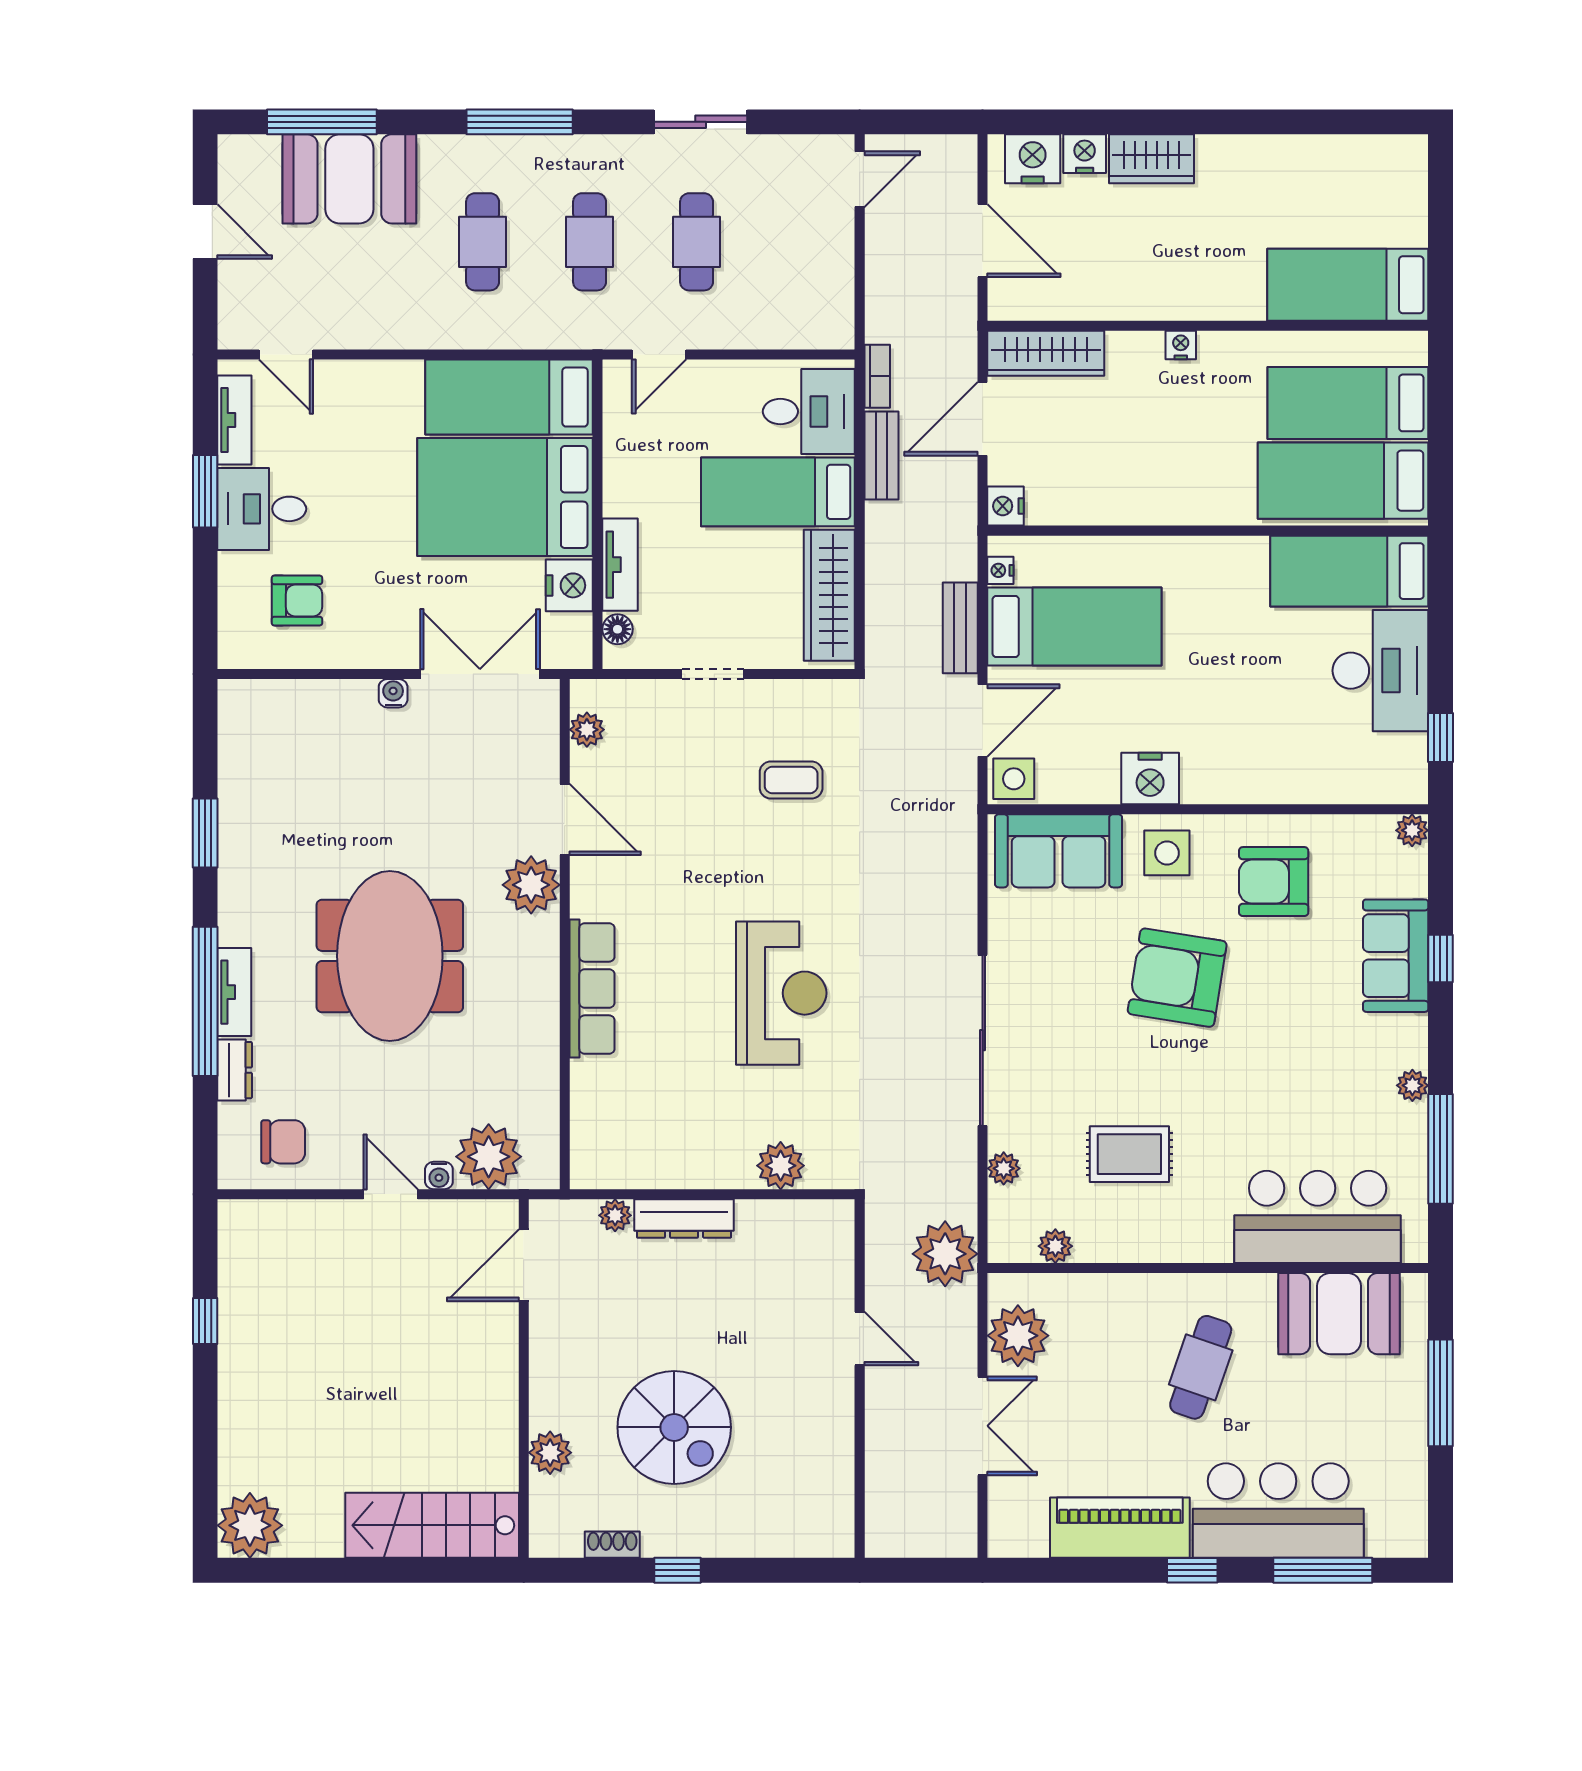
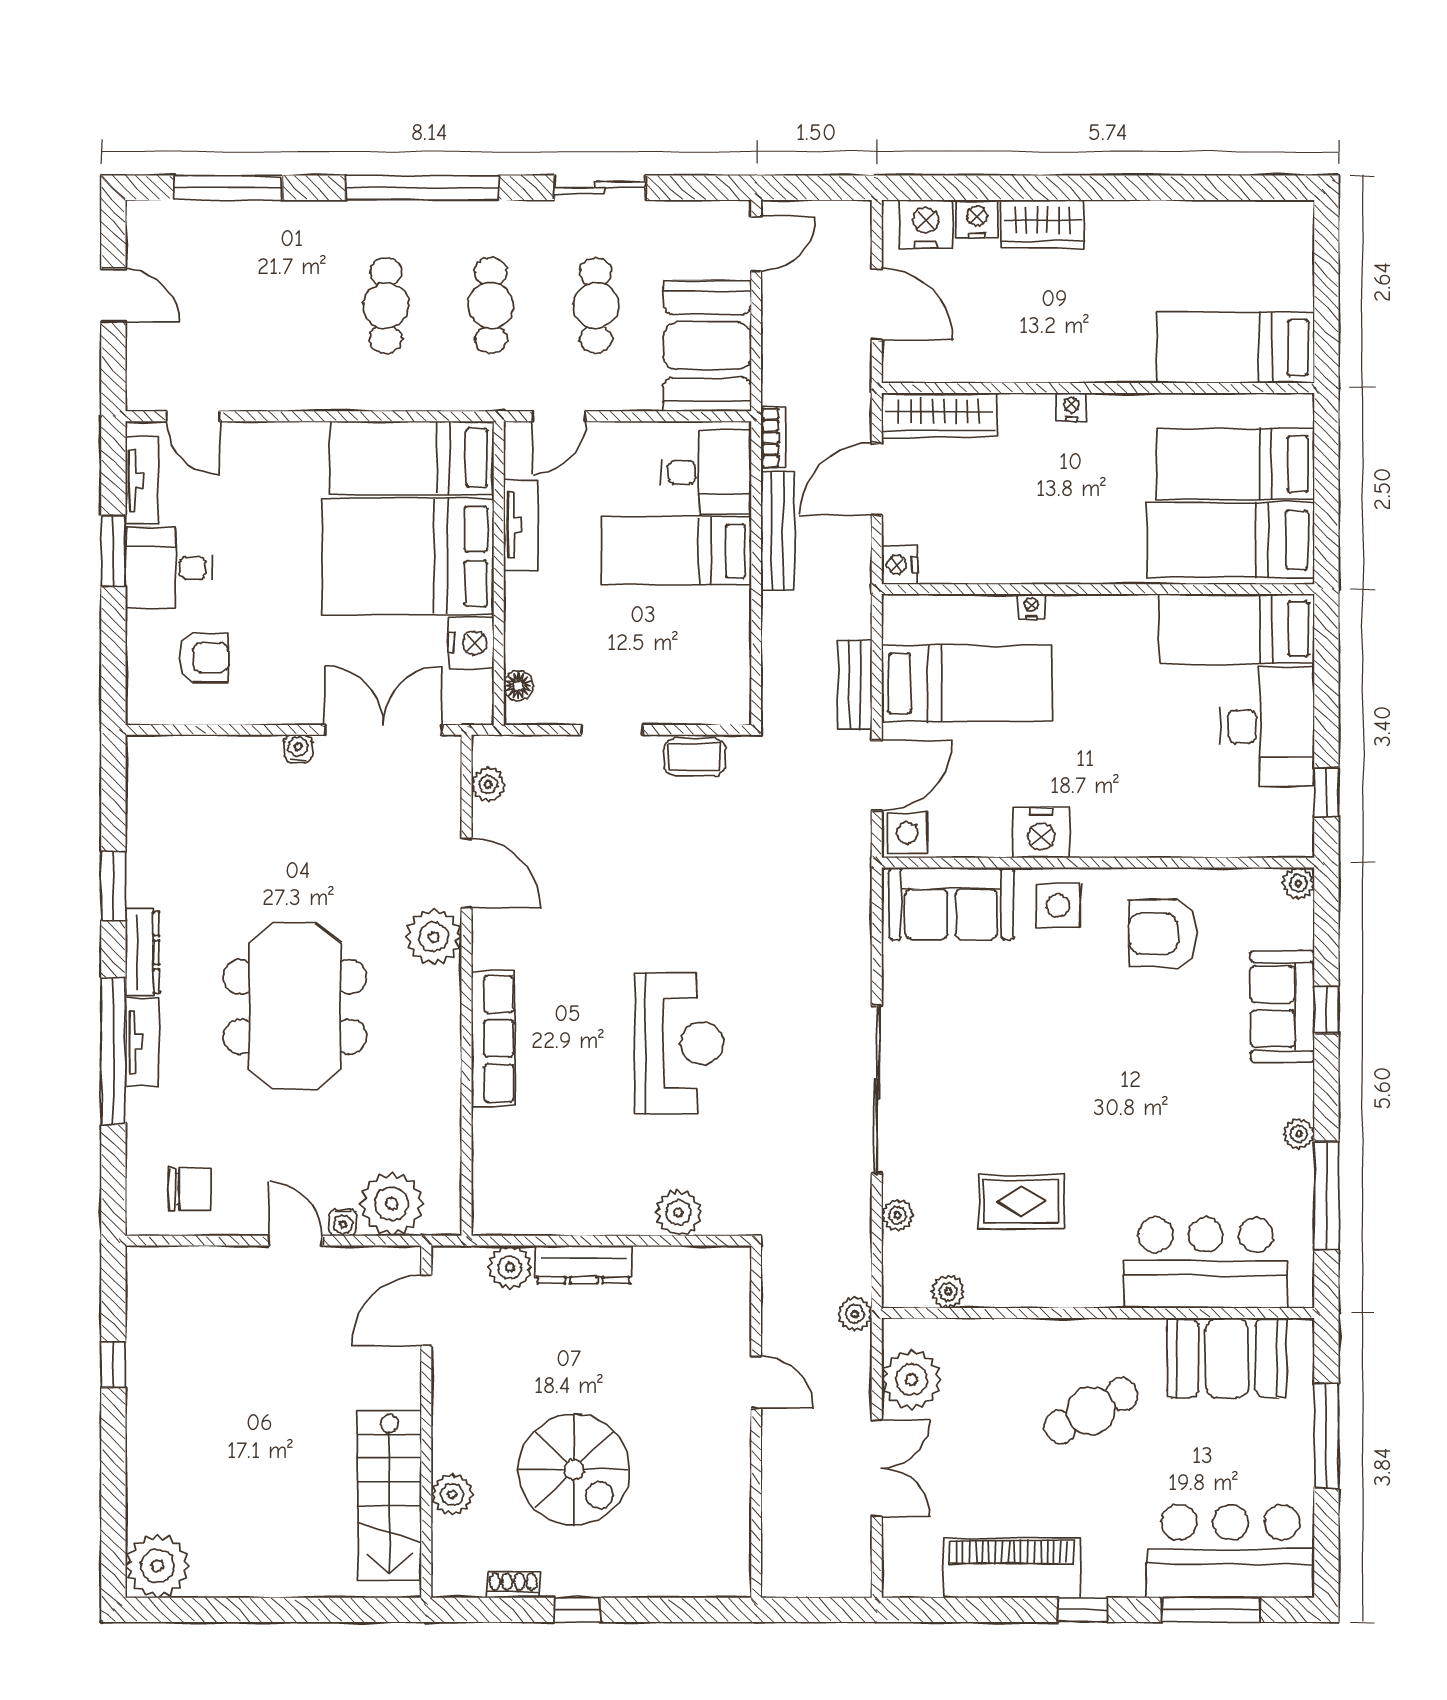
window: (520, 122) -> (422, 188), width x1.46
booth: (349, 179) -> (707, 346), moved, turned 90
bench: (881, 455) -> (777, 531), width x1.36
tv unit: (620, 565) -> (521, 525), moved
nightstand: (1000, 570) -> (1031, 607), moved, turned 90
wardrobe: (829, 595) -> (726, 653), removed
coffee table: (791, 780) -> (695, 757), moved
armchair: (1177, 978) -> (1068, 1028), removed
dresser: (235, 1070) -> (142, 952), moved, width x1.44
plant: (615, 1215) -> (510, 1267), width x1.38, depth x1.38
plant: (945, 1254) -> (855, 1314), width x0.53, depth x0.53
cafe table: (1201, 1367) -> (1091, 1411), turned 43
bar counter: (1278, 1511) -> (1230, 1551), moved
stairs: (432, 1525) -> (389, 1495), moved, turned -90

